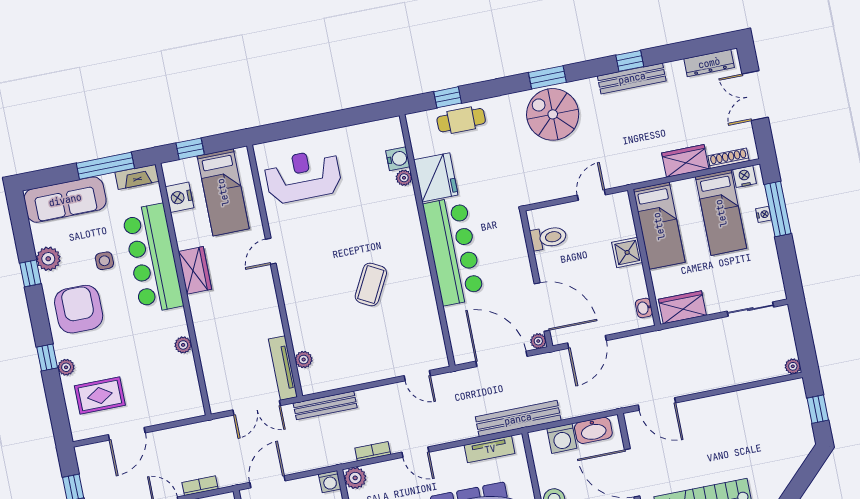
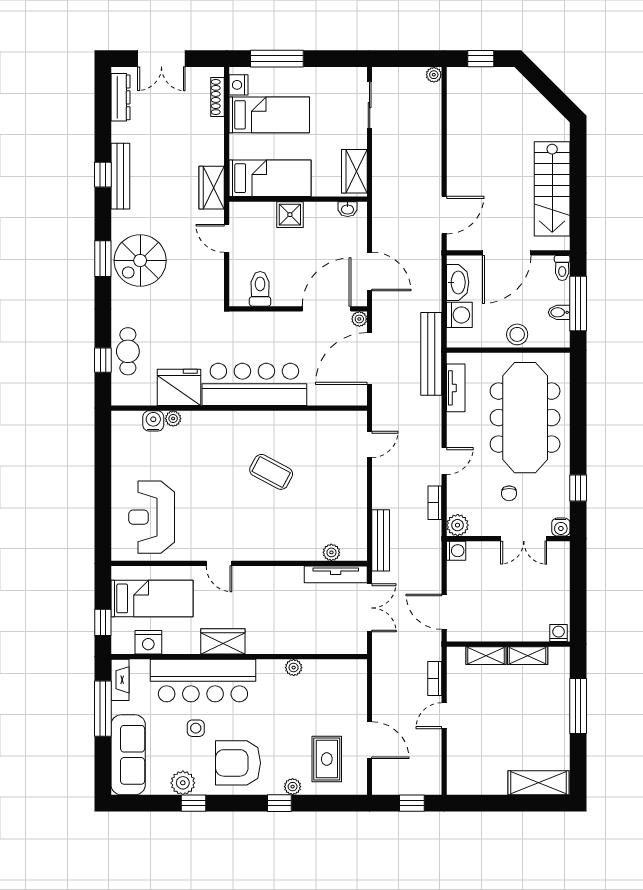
wardrobe: (685, 161) -> (212, 188), moved
nightstand: (763, 214) -> (279, 74), removed

